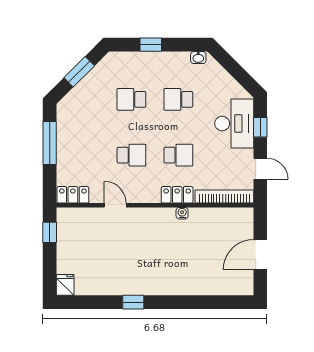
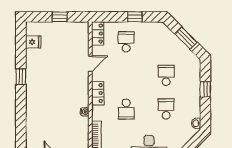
window: (50, 143) -> (135, 17), width x0.46
school desk: (131, 155) -> (126, 42), moved, turned 180
locker: (177, 195) -> (98, 93), moved
window: (50, 232) -> (59, 17), moved
fridge: (65, 285) -> (33, 42), moved

